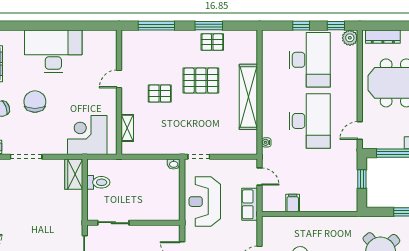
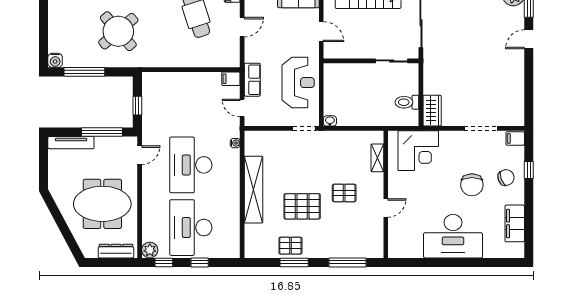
filing cabinet: (293, 203) -> (231, 79), moved, turned 90

